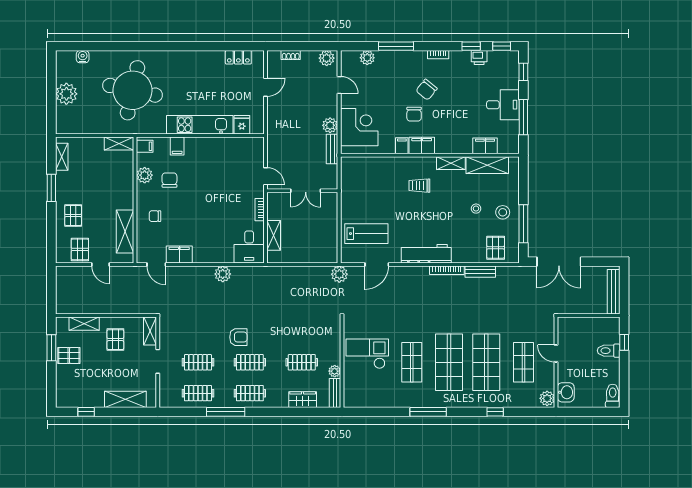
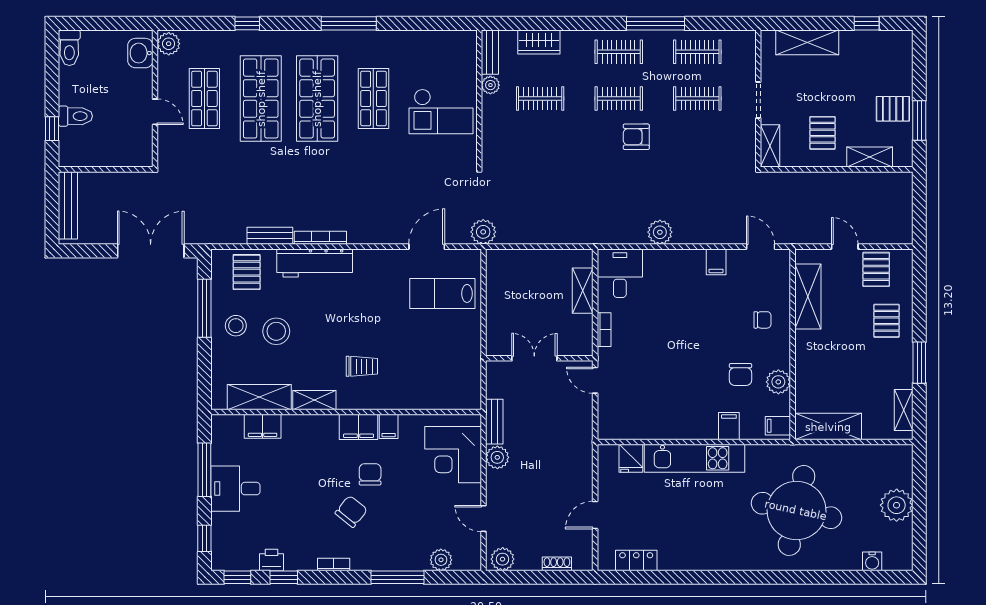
shelving: (119, 144) -> (828, 427), width x1.50, depth x1.33
stool: (476, 209) -> (276, 331), width x1.89, depth x1.89
filing cabinet: (179, 254) -> (716, 262), width x0.50
workbench: (426, 254) -> (315, 263), moved

